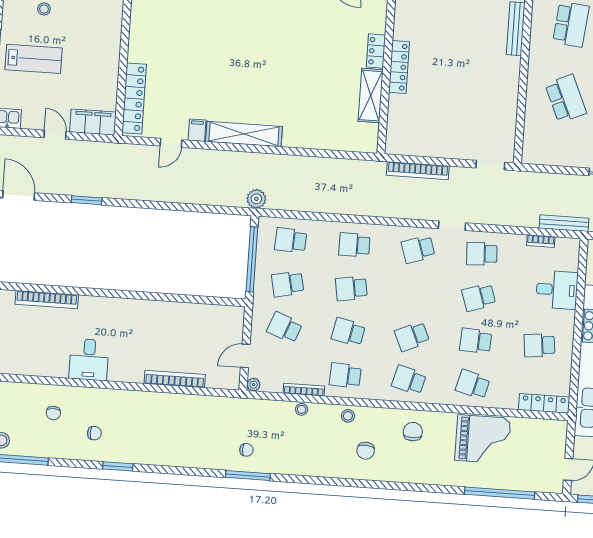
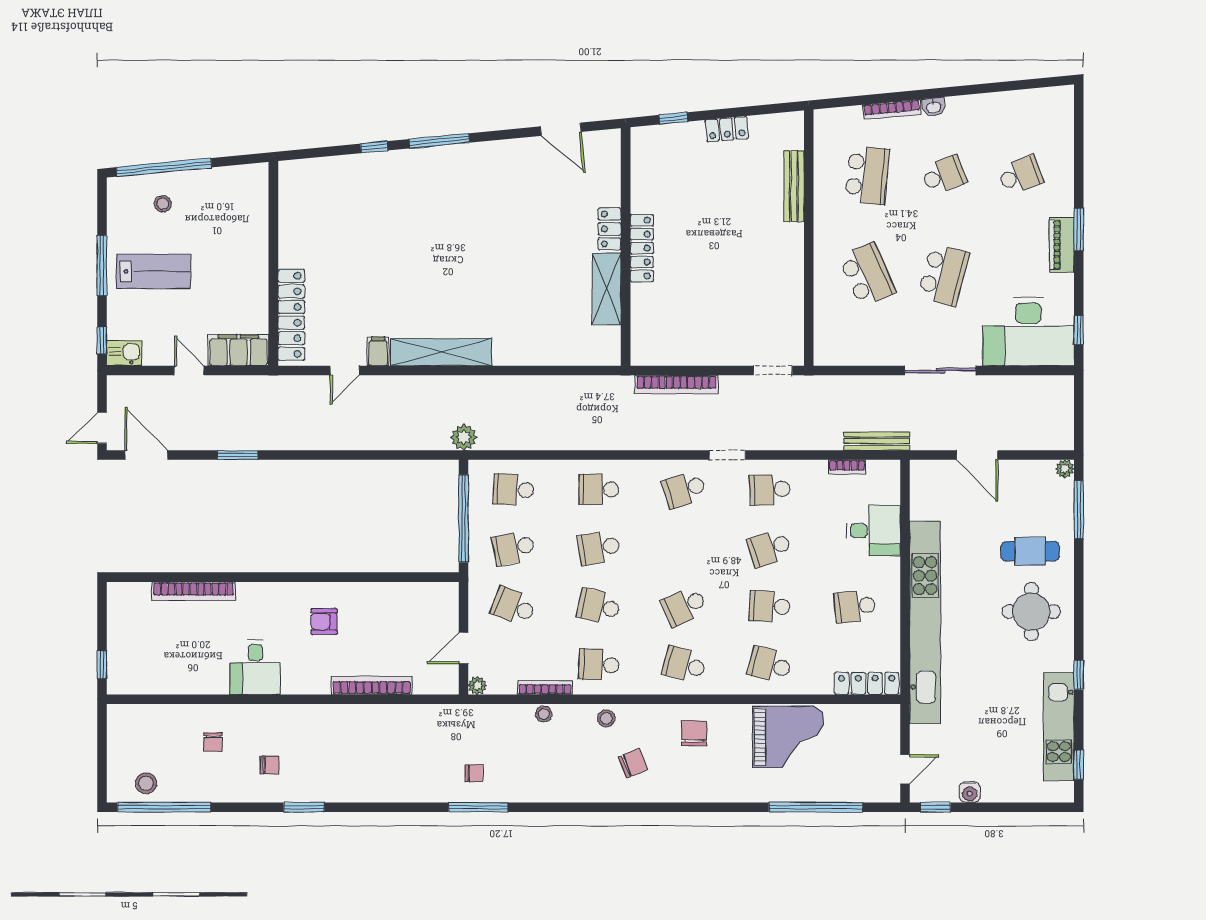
armchair: (142, 329) -> (324, 622), added
chair: (366, 451) -> (633, 763), turned -116

